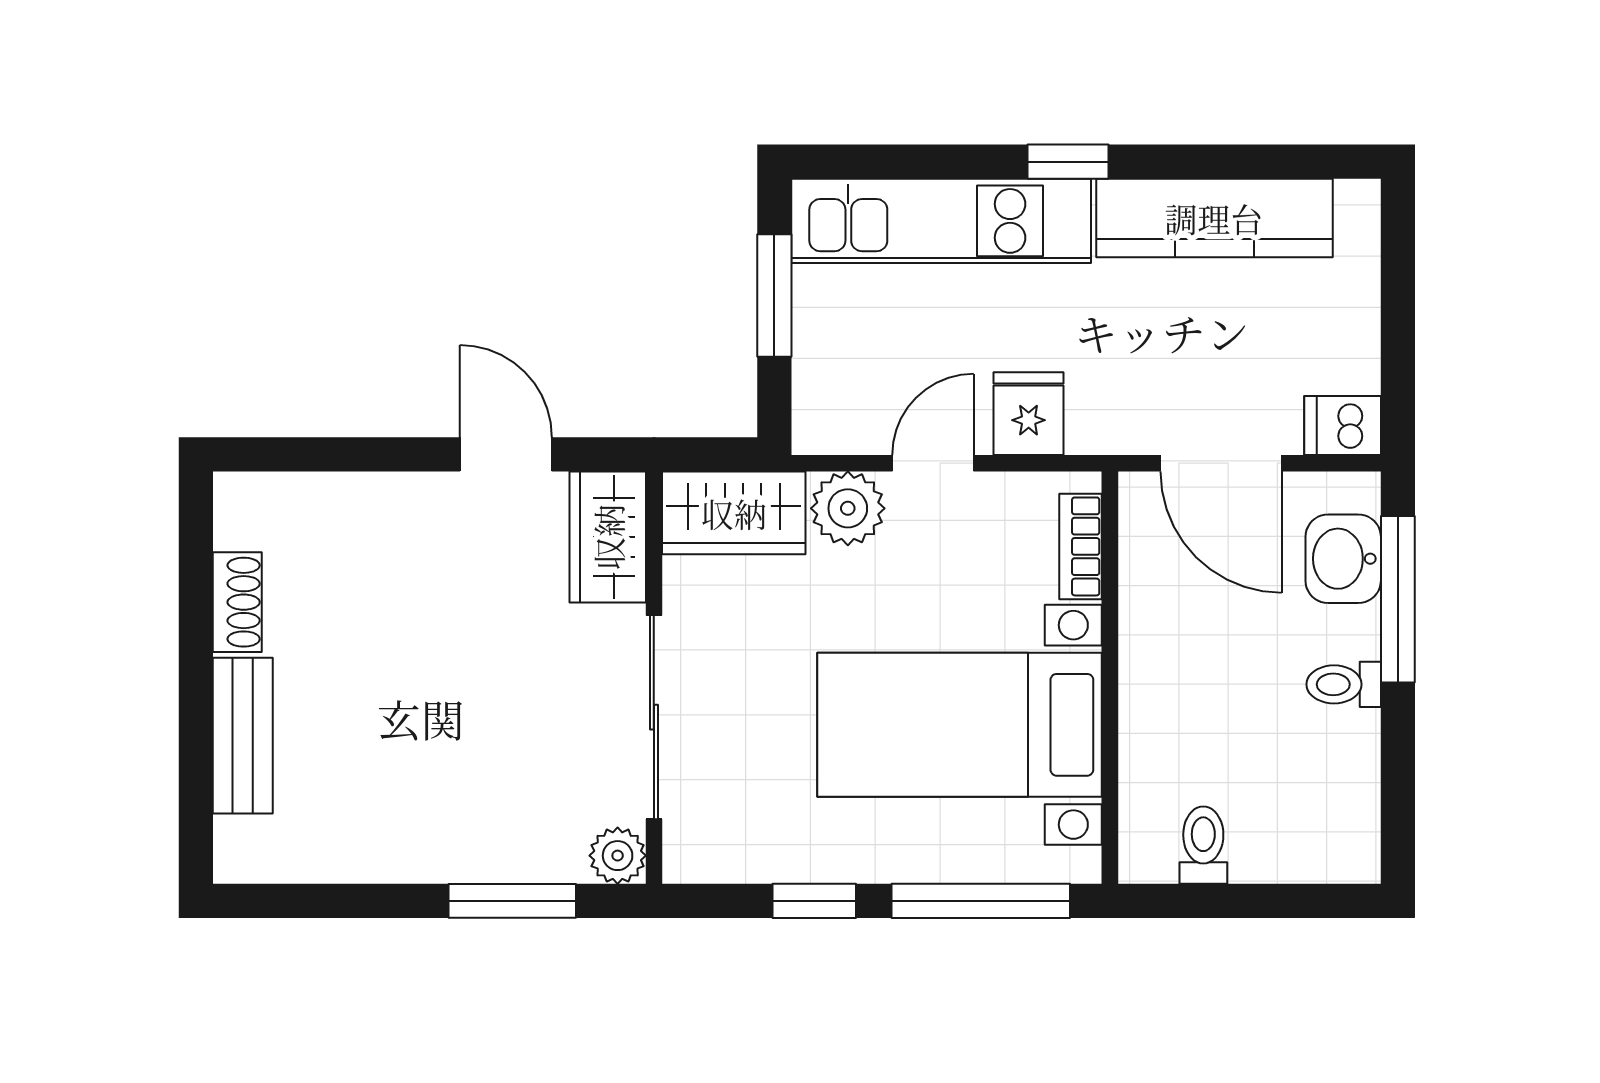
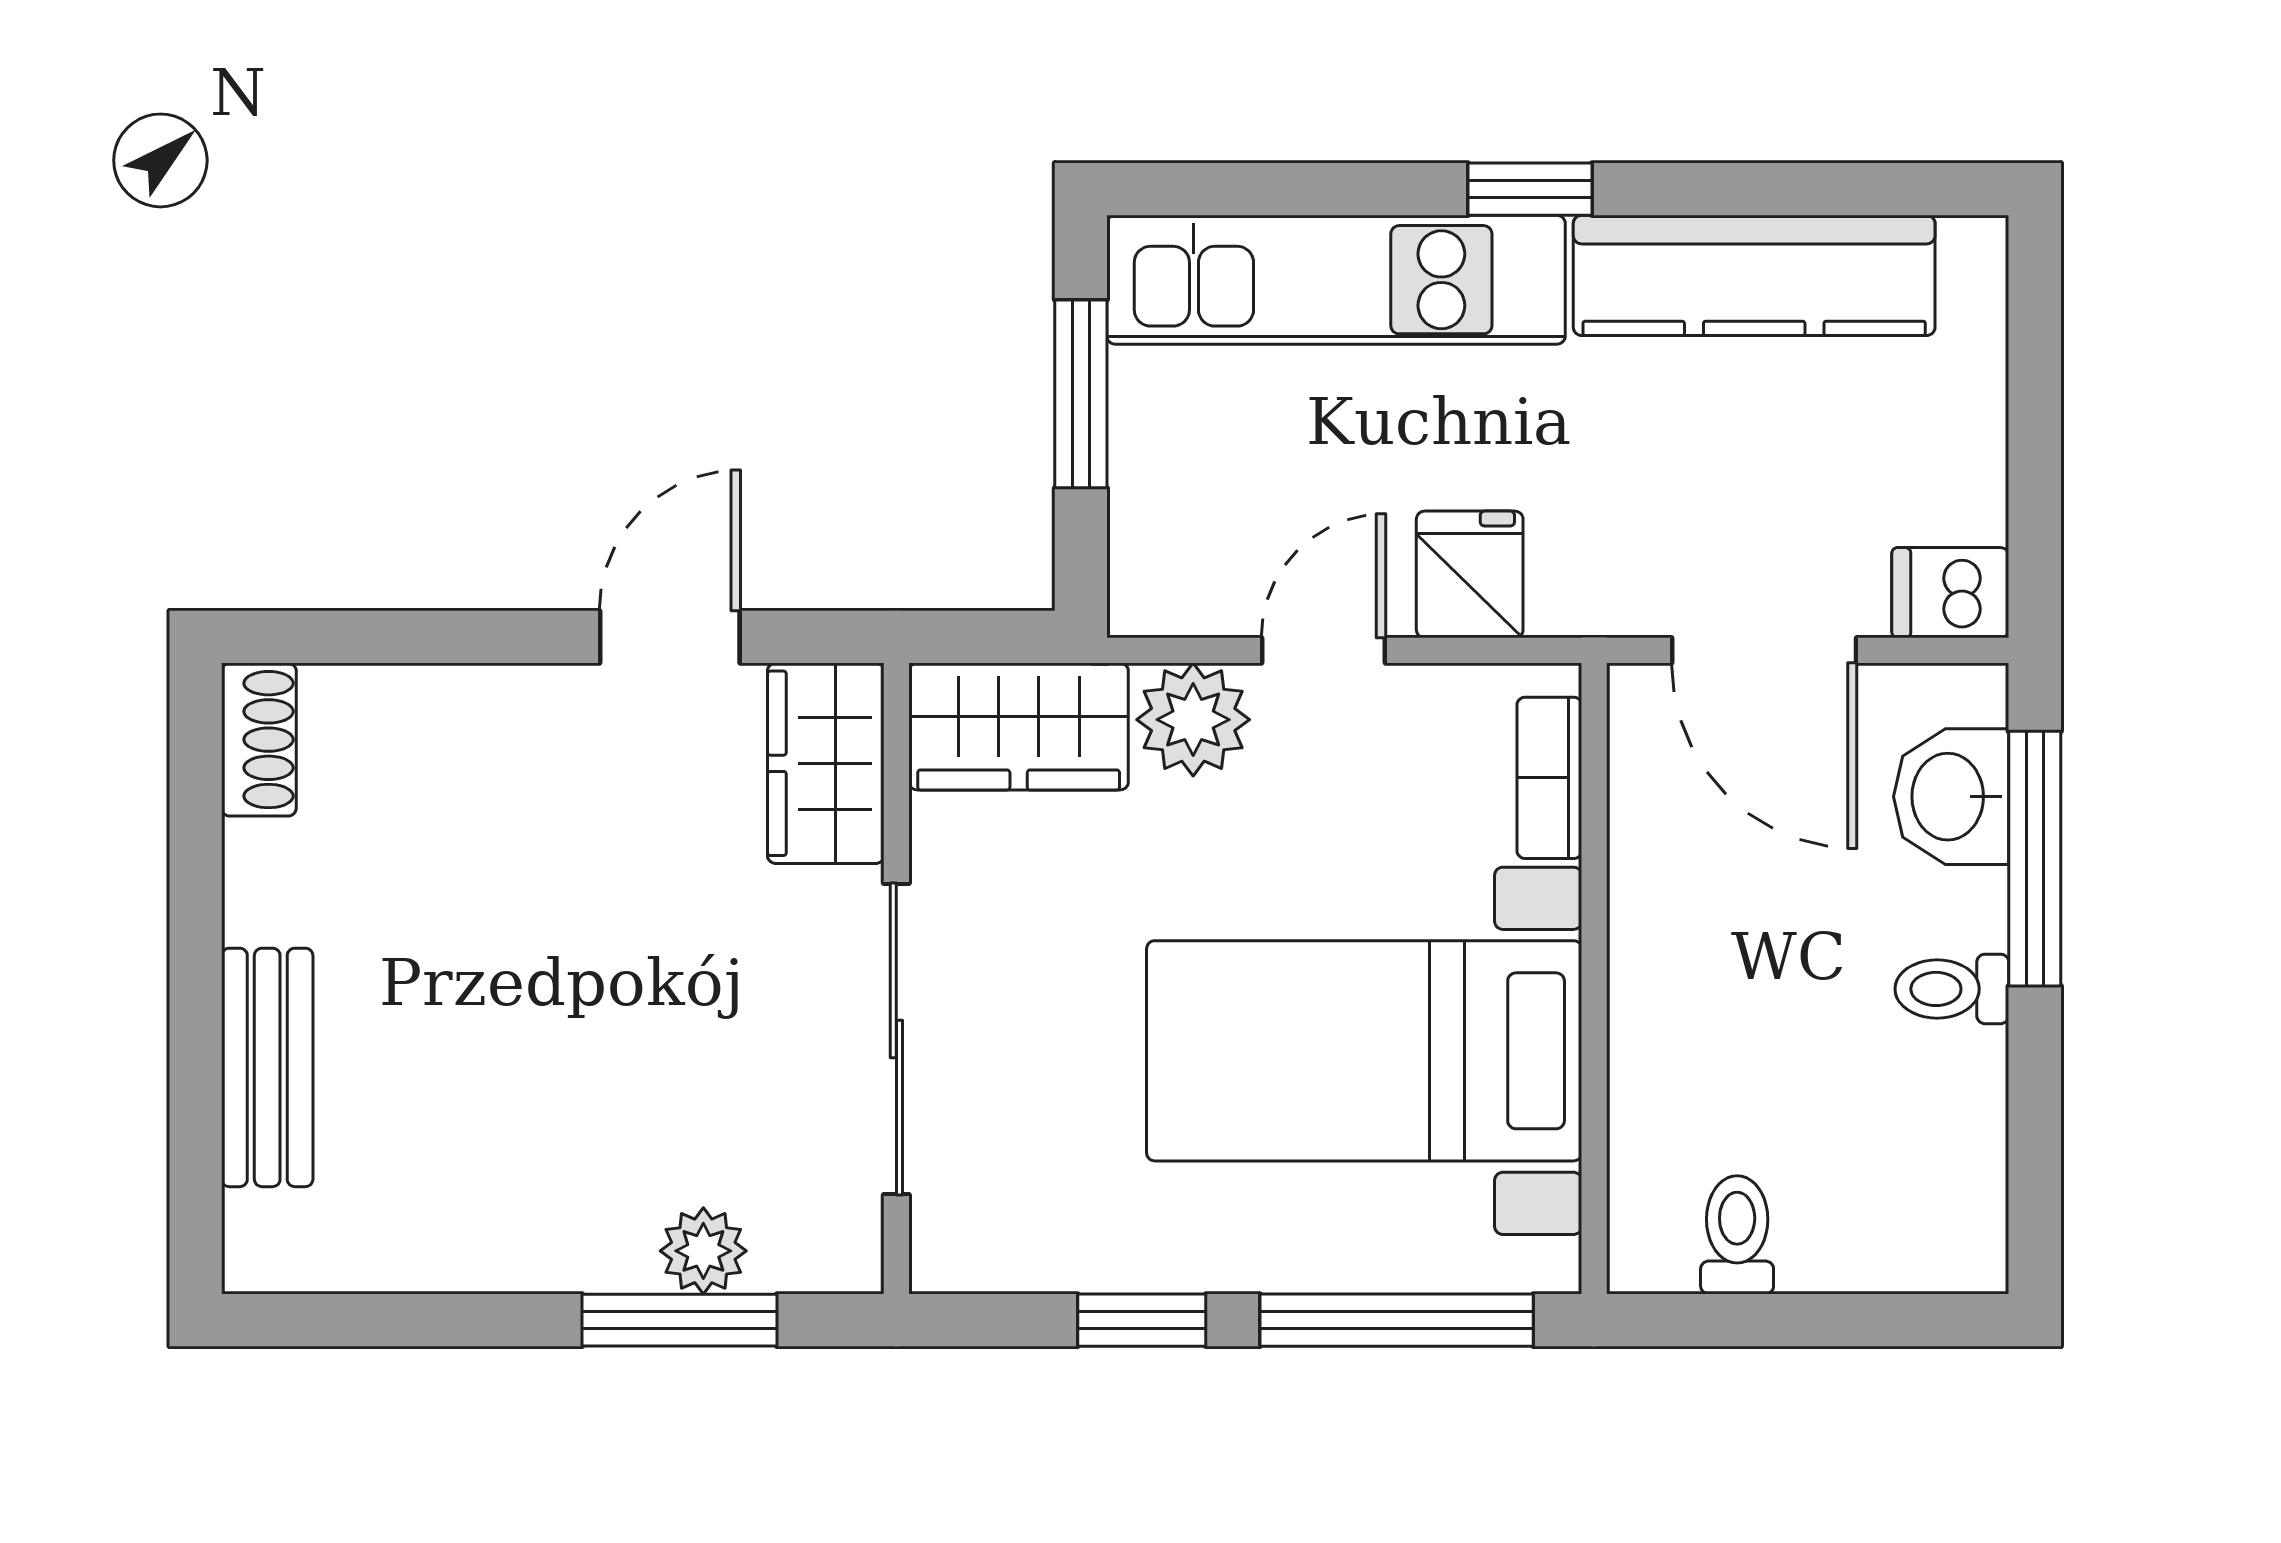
door: (506, 454) -> (670, 637), hinge flipped
shoe rack: (237, 602) -> (259, 740), moved
plant: (618, 856) -> (703, 1251), moved

